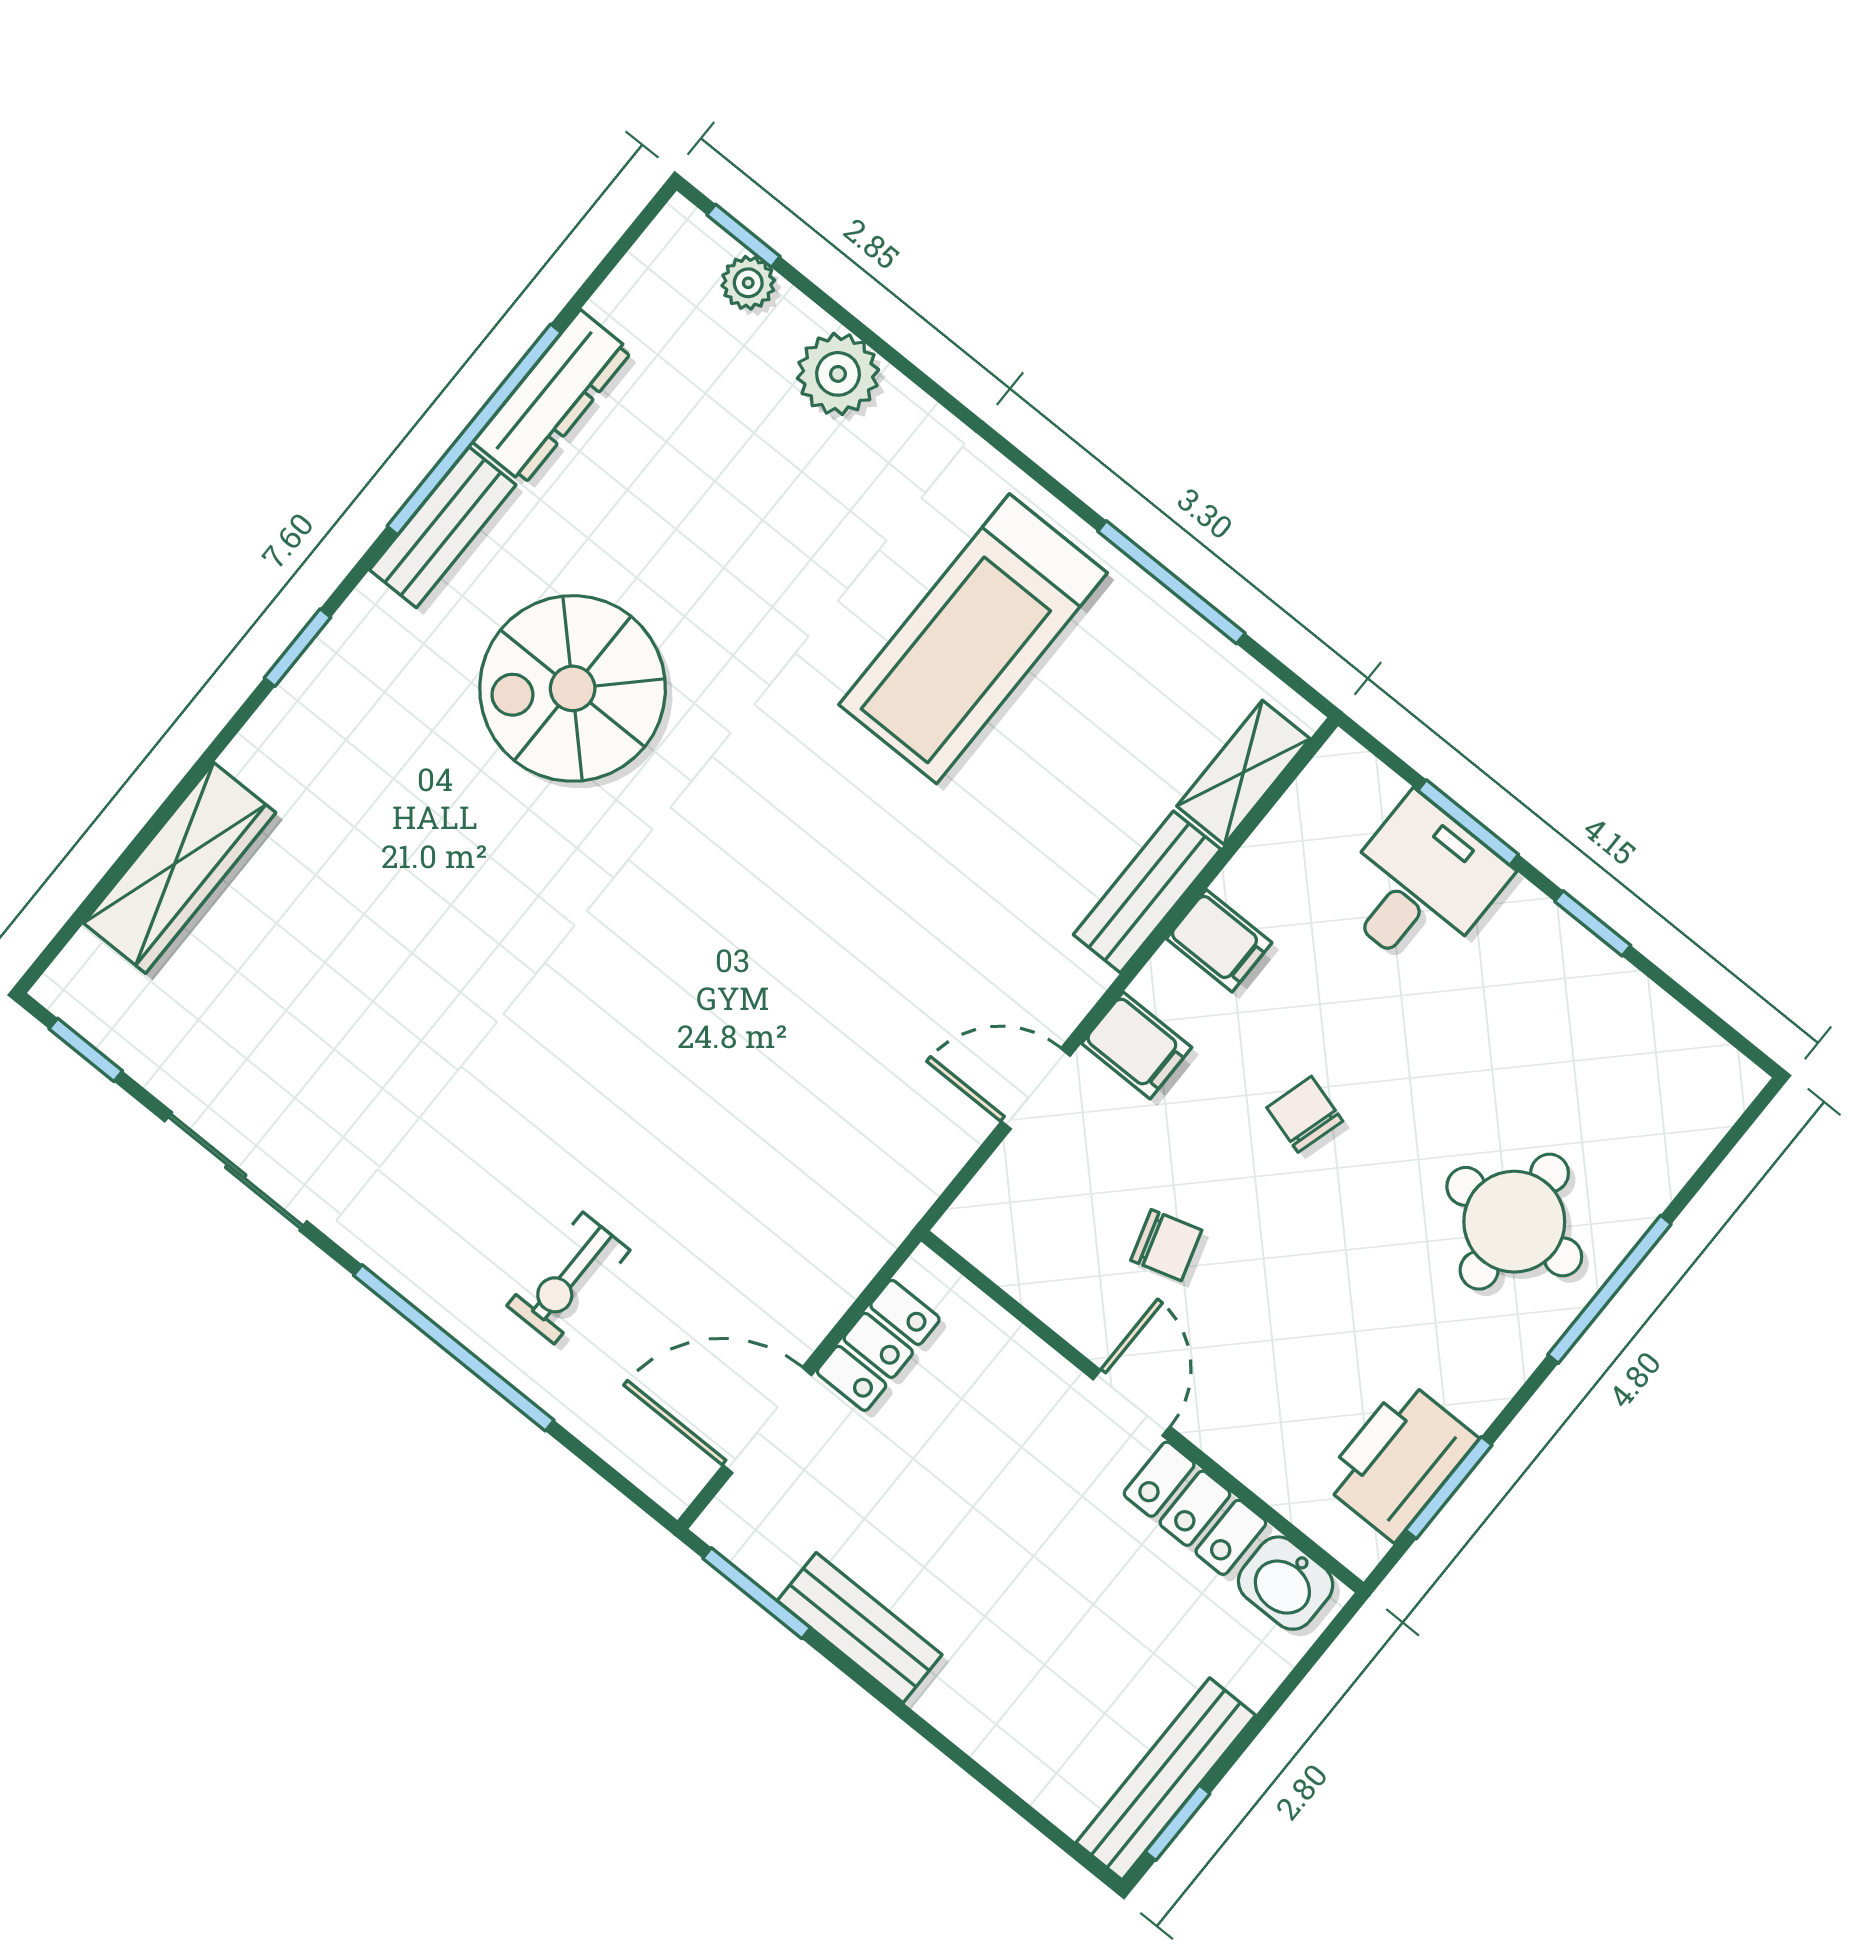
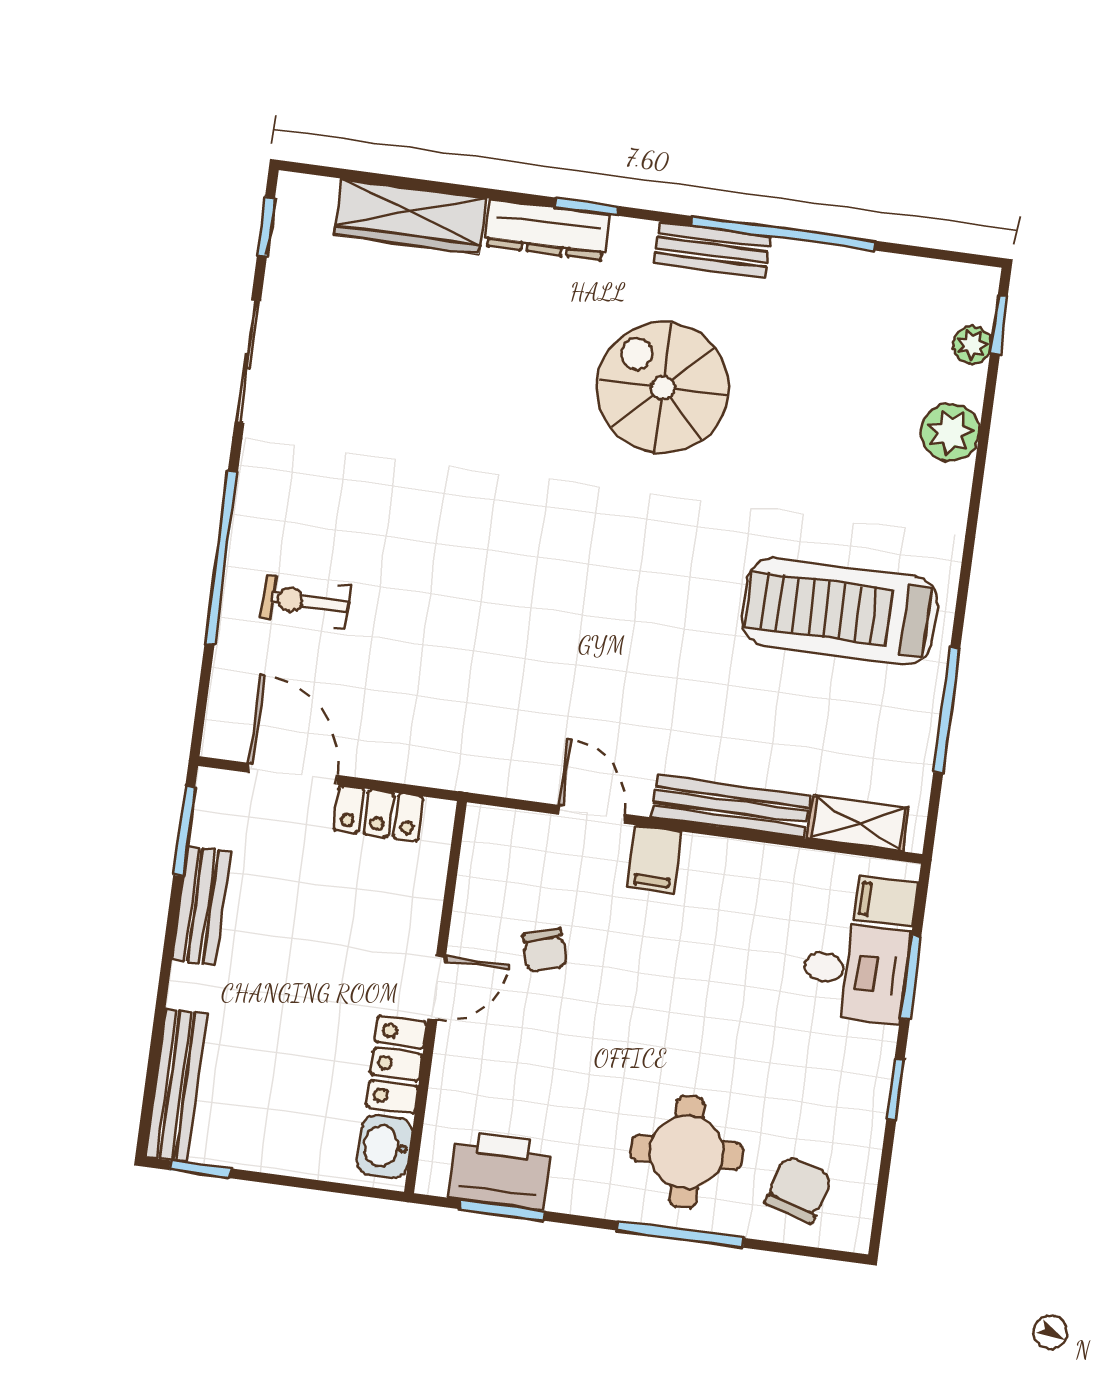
dresser: (552, 397) -> (547, 230), moved
bench: (1147, 892) -> (731, 806), width x1.36
filing cabinet: (1219, 941) -> (886, 901), moved, turned 90
chair: (1305, 1114) -> (798, 1190), moved, width x1.37, depth x1.37
bench: (1166, 1779) -> (176, 1085), moved, turned 90

